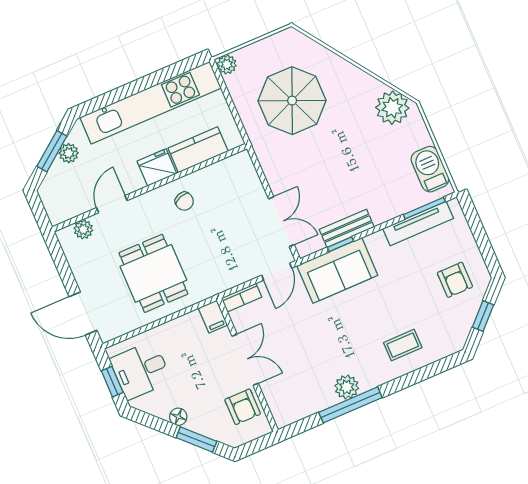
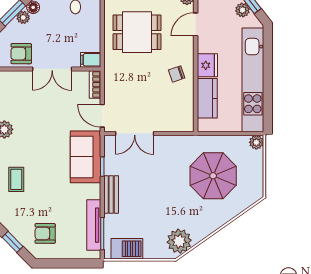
door: (112, 204) -> (196, 24), swing flipped
bench: (347, 228) -> (111, 195), moved
plant: (196, 424) -> (23, 17), added

